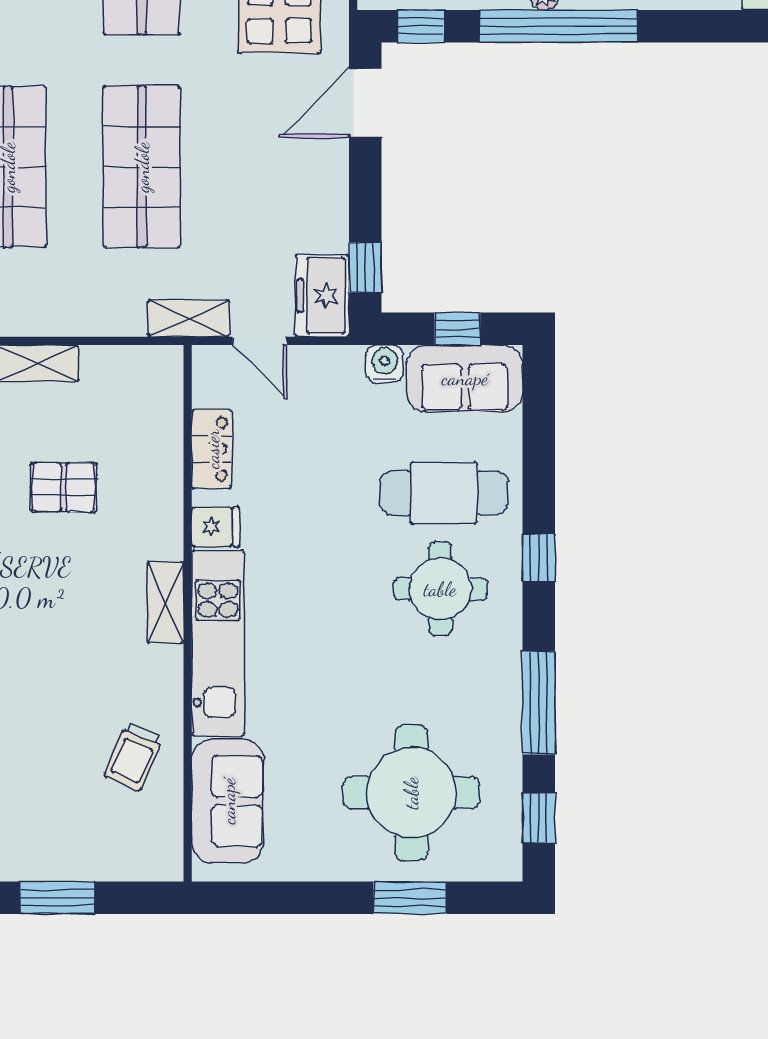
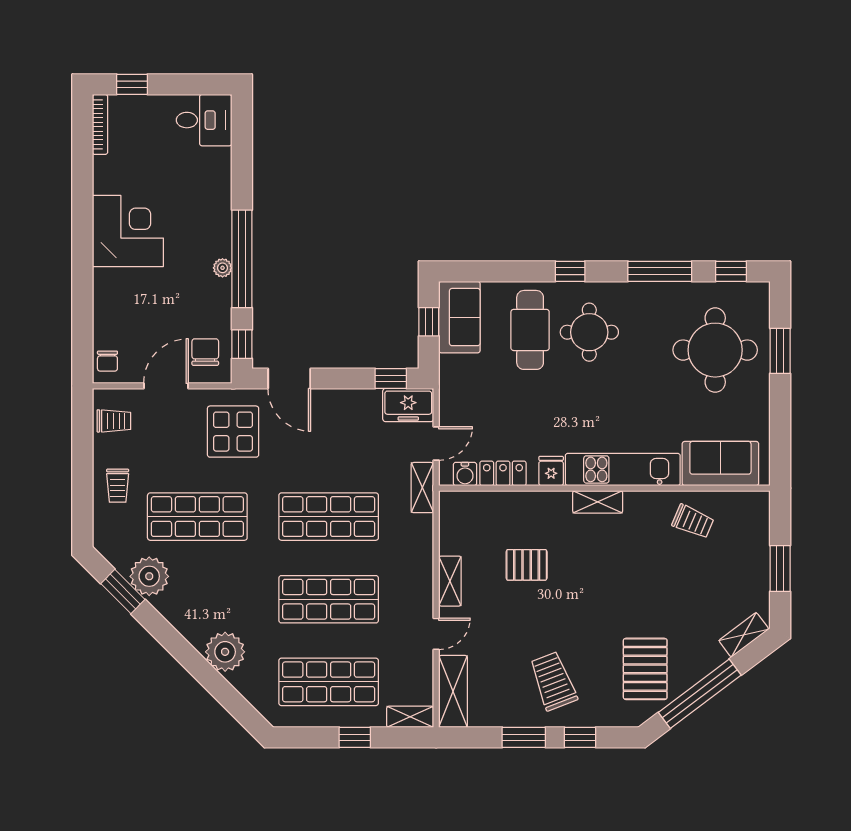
water cooler: (385, 364) -> (465, 474), moved, turned -90
pallet: (63, 487) -> (527, 565), turned 90

